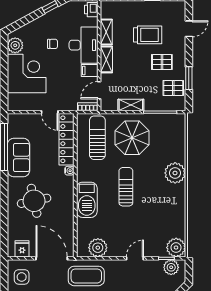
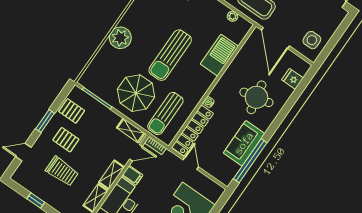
trolley: (148, 35) -> (62, 171), turned 180
window: (189, 78) -> (45, 121), moved
shelving: (131, 105) -> (131, 131), moved
sun lounger: (126, 187) -> (170, 55), width x1.36, depth x1.34
barbecue: (87, 200) -> (219, 55), moved
plant: (98, 248) -> (233, 16), width x0.53, depth x0.53
fridge: (22, 249) -> (292, 79), moved, turned 90

